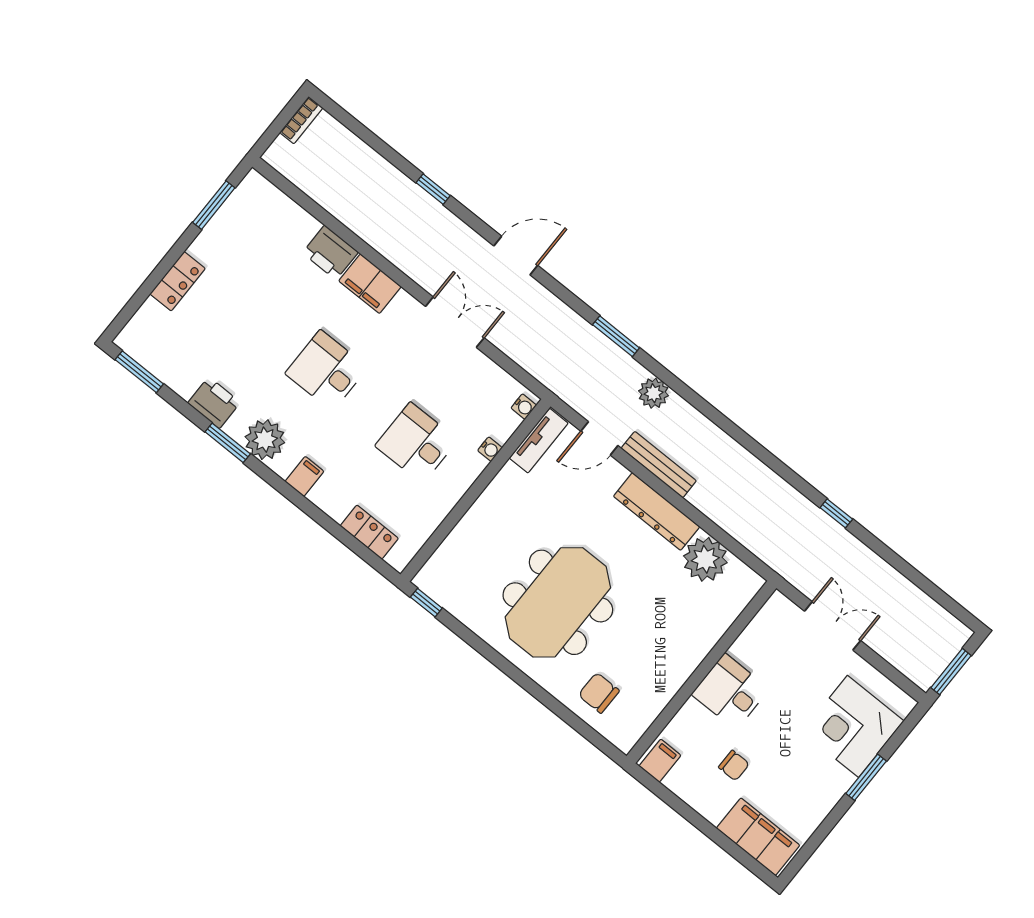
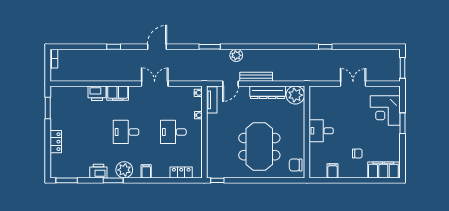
wall: (701, 672) -> (307, 132), moved
desk: (730, 692) -> (321, 131), moved

